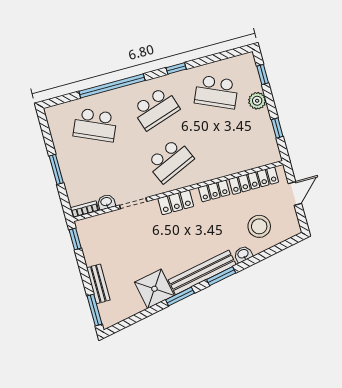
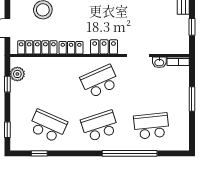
window: (176, 68) -> (39, 153), moved
plant: (257, 101) -> (17, 74), moved
school desk: (95, 125) -> (151, 126), turned -30
window: (75, 239) -> (192, 27), moved

